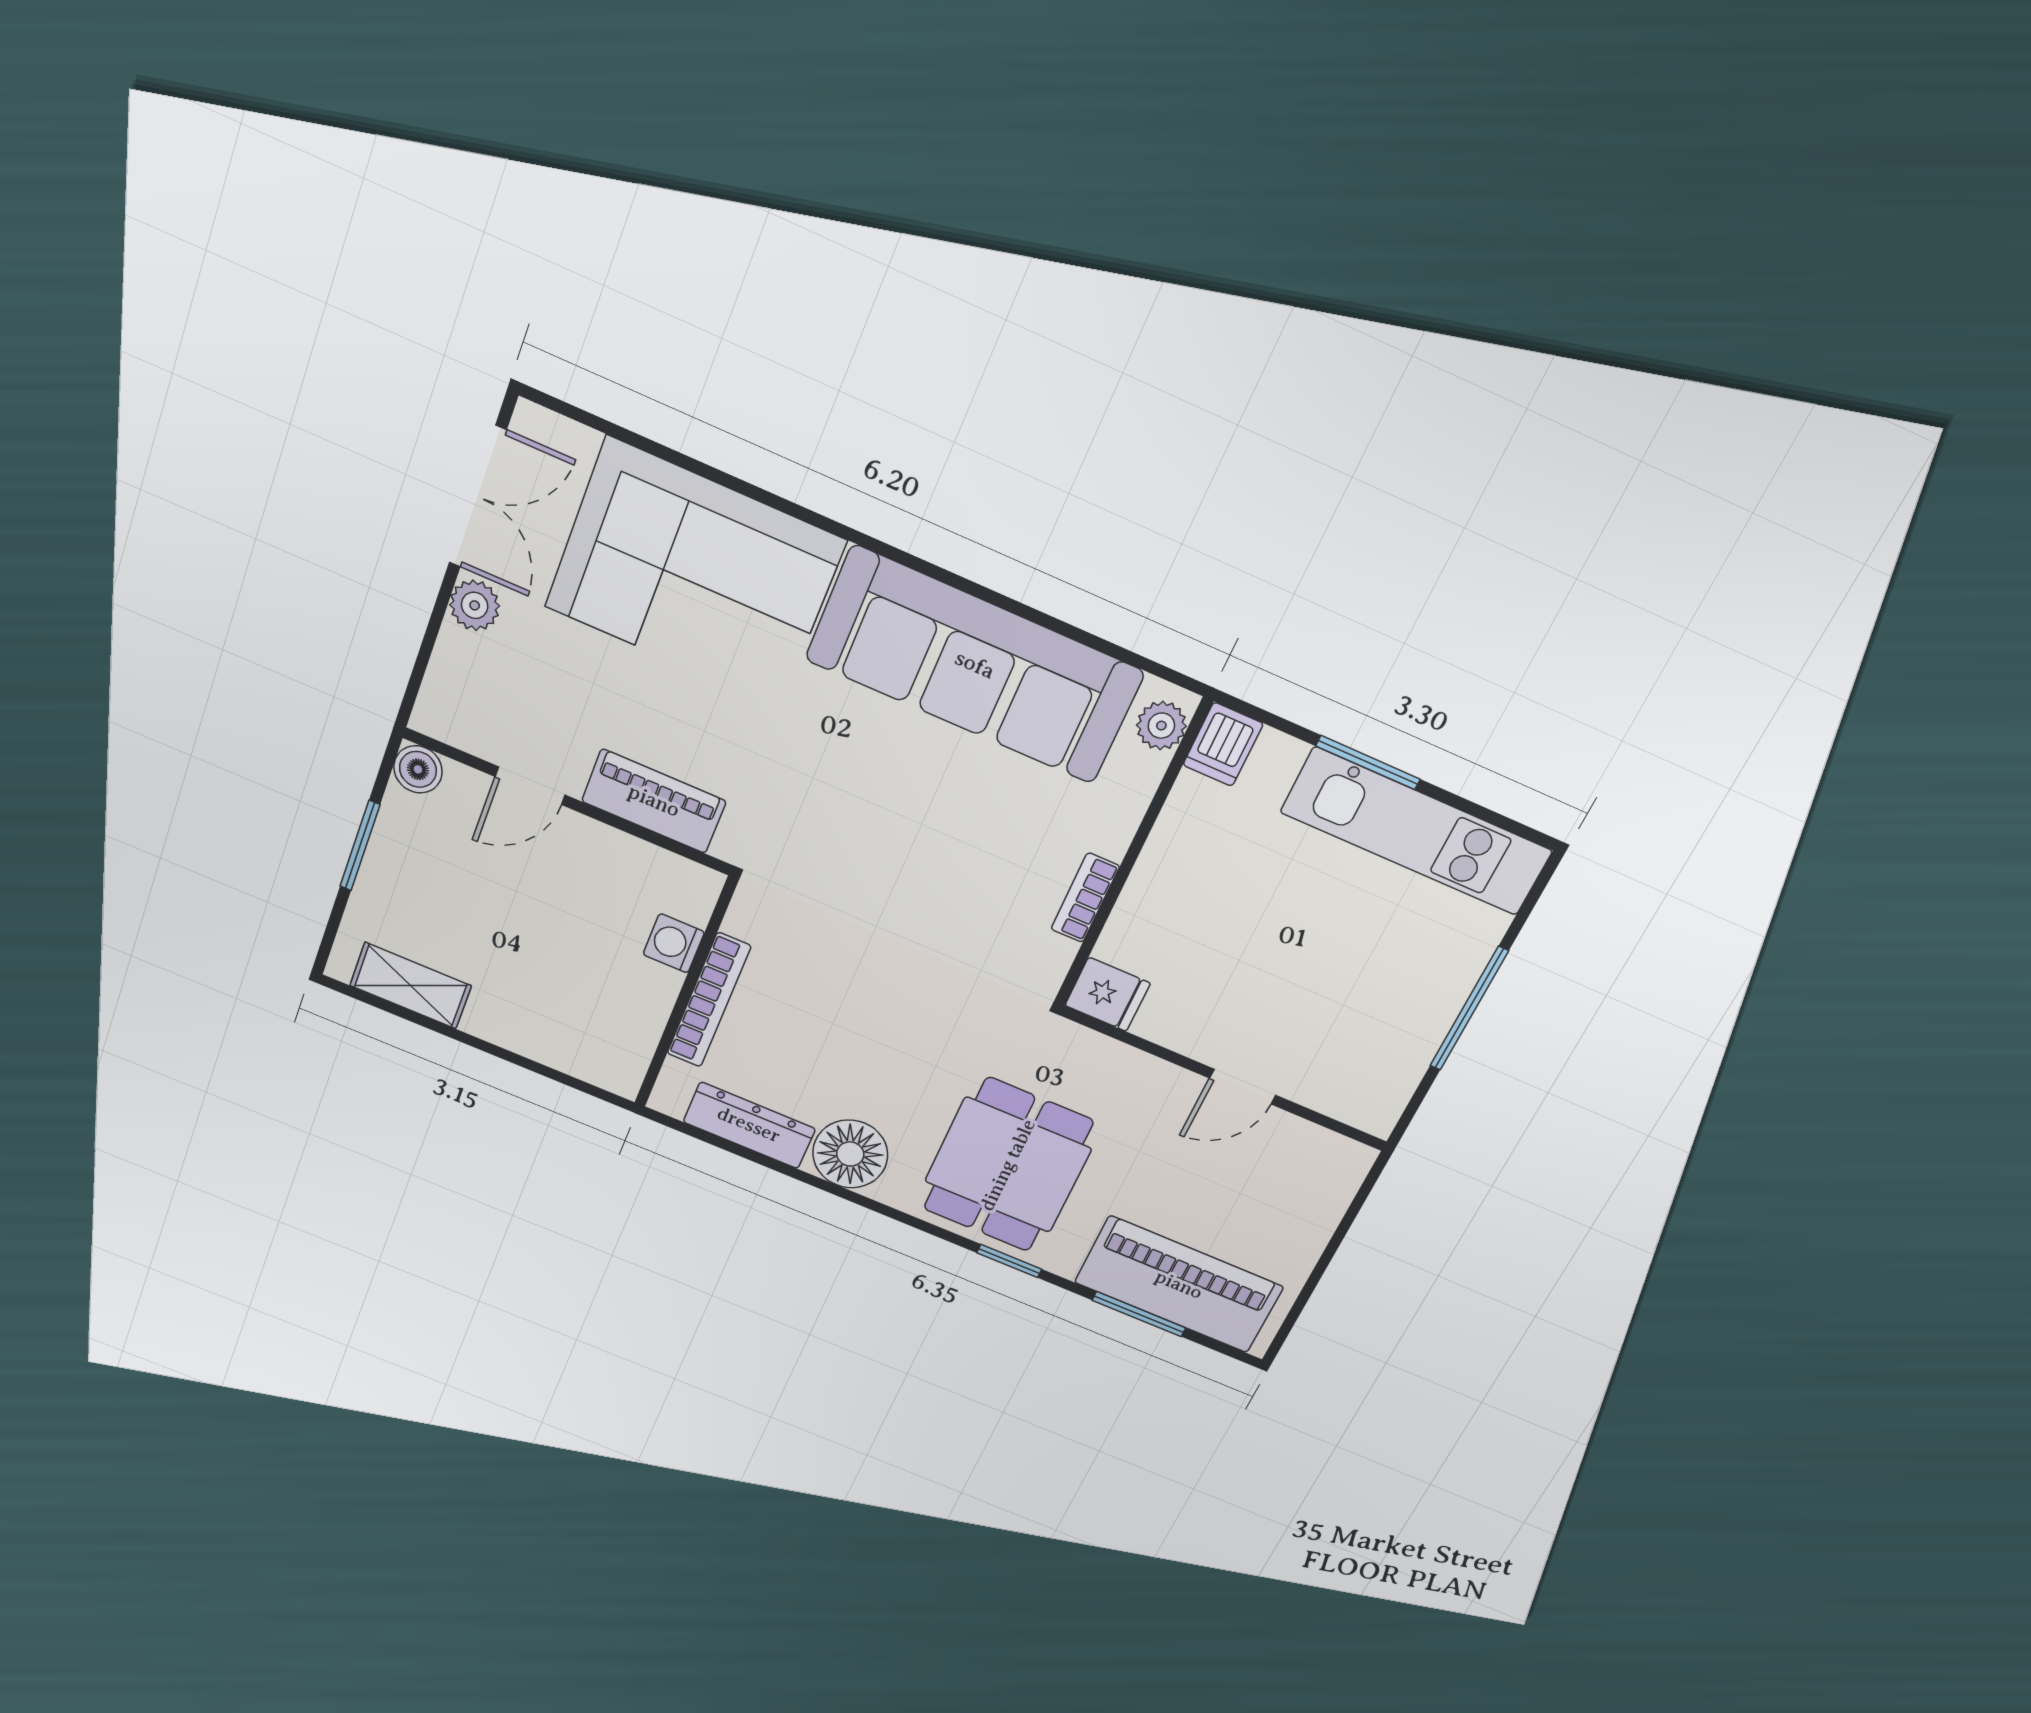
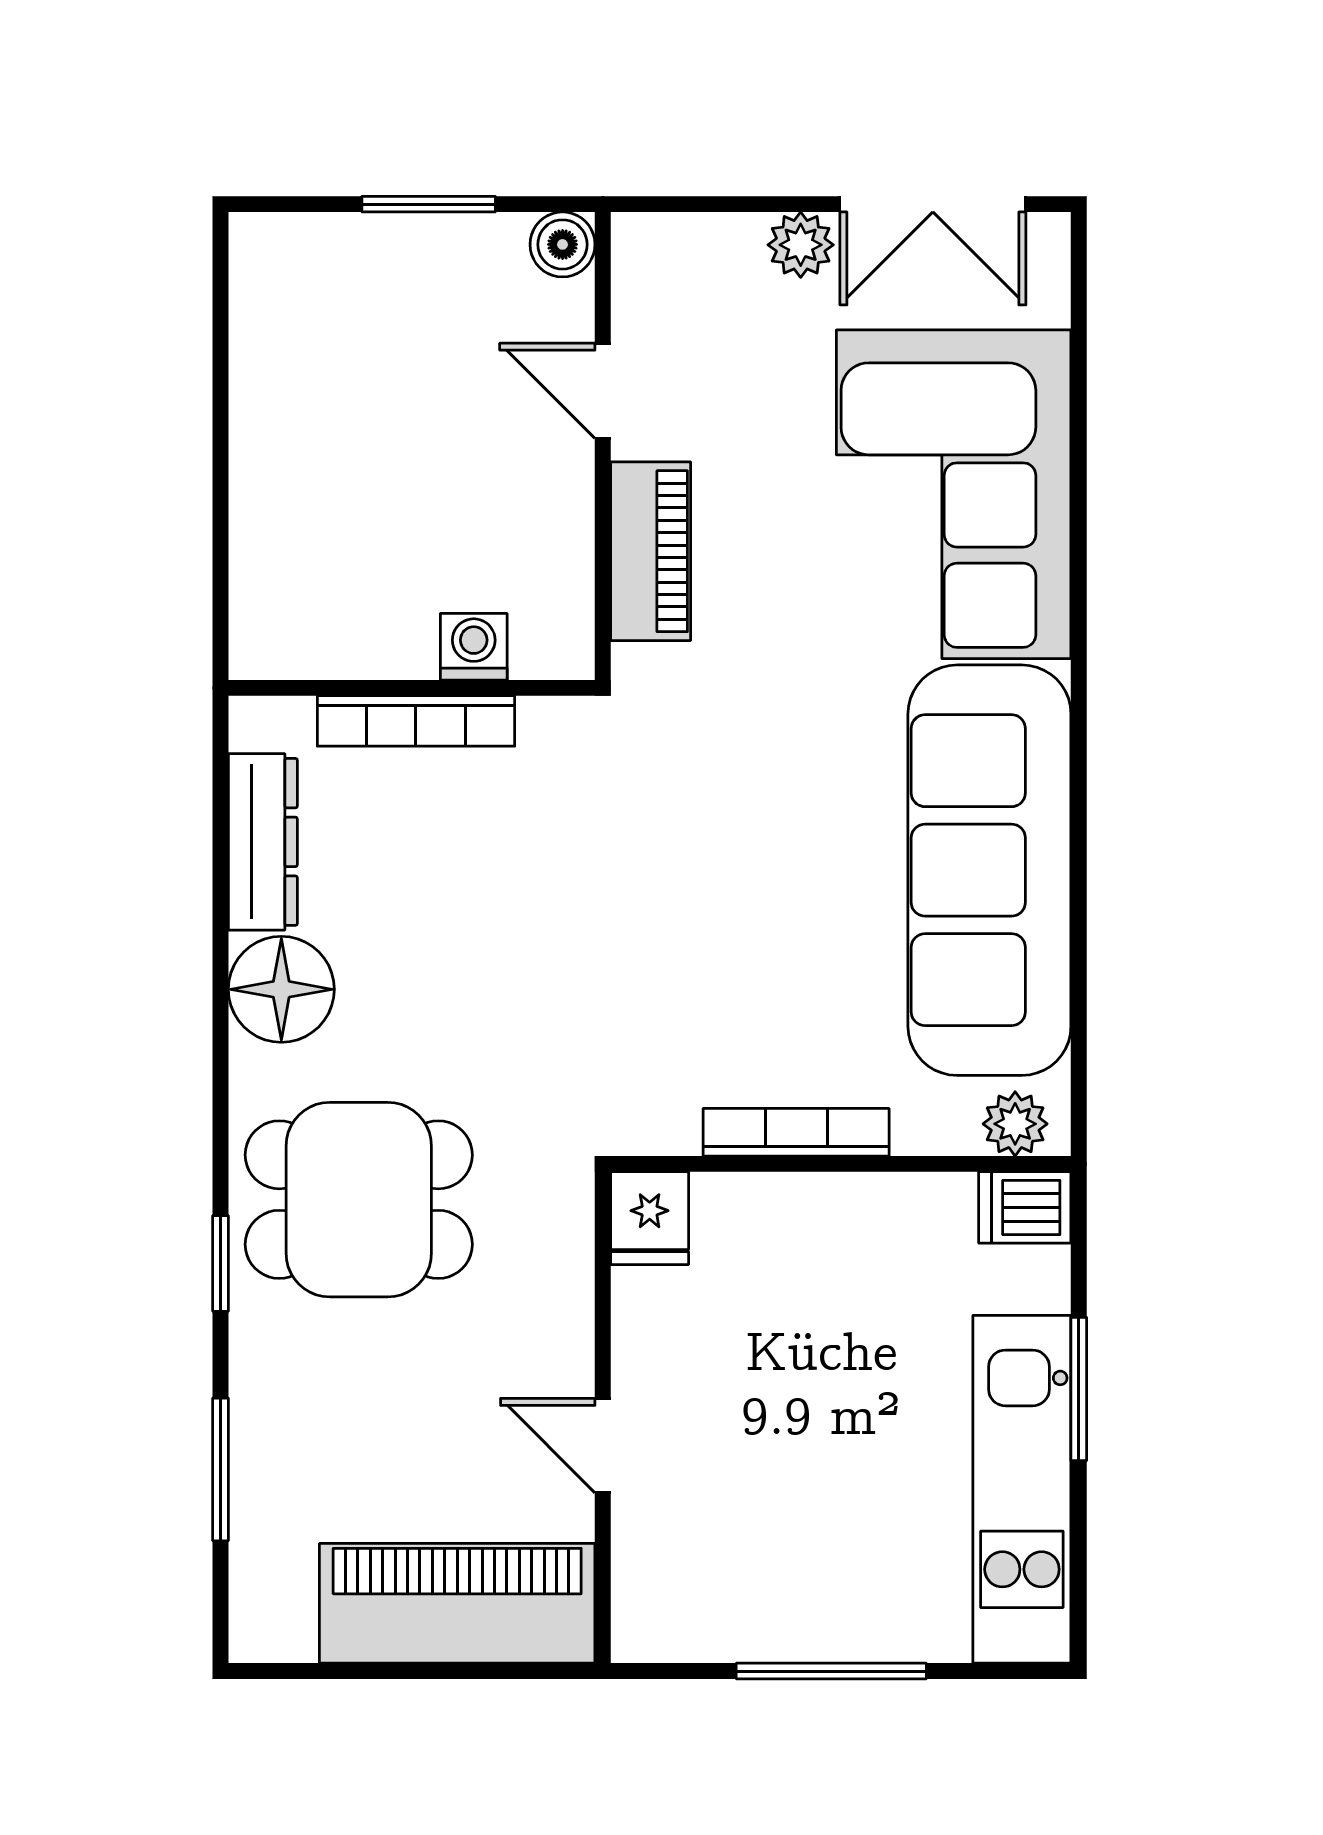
bookcase: (1085, 898) -> (796, 1132), width x1.56
shelving: (411, 986) -> (264, 331), removed
piano: (1179, 1285) -> (457, 1603), moved, turned -90

